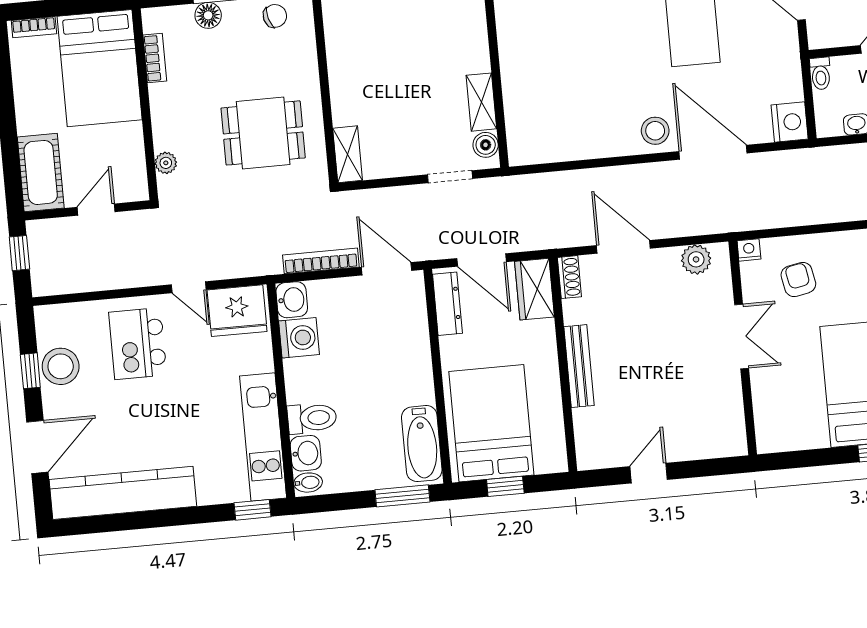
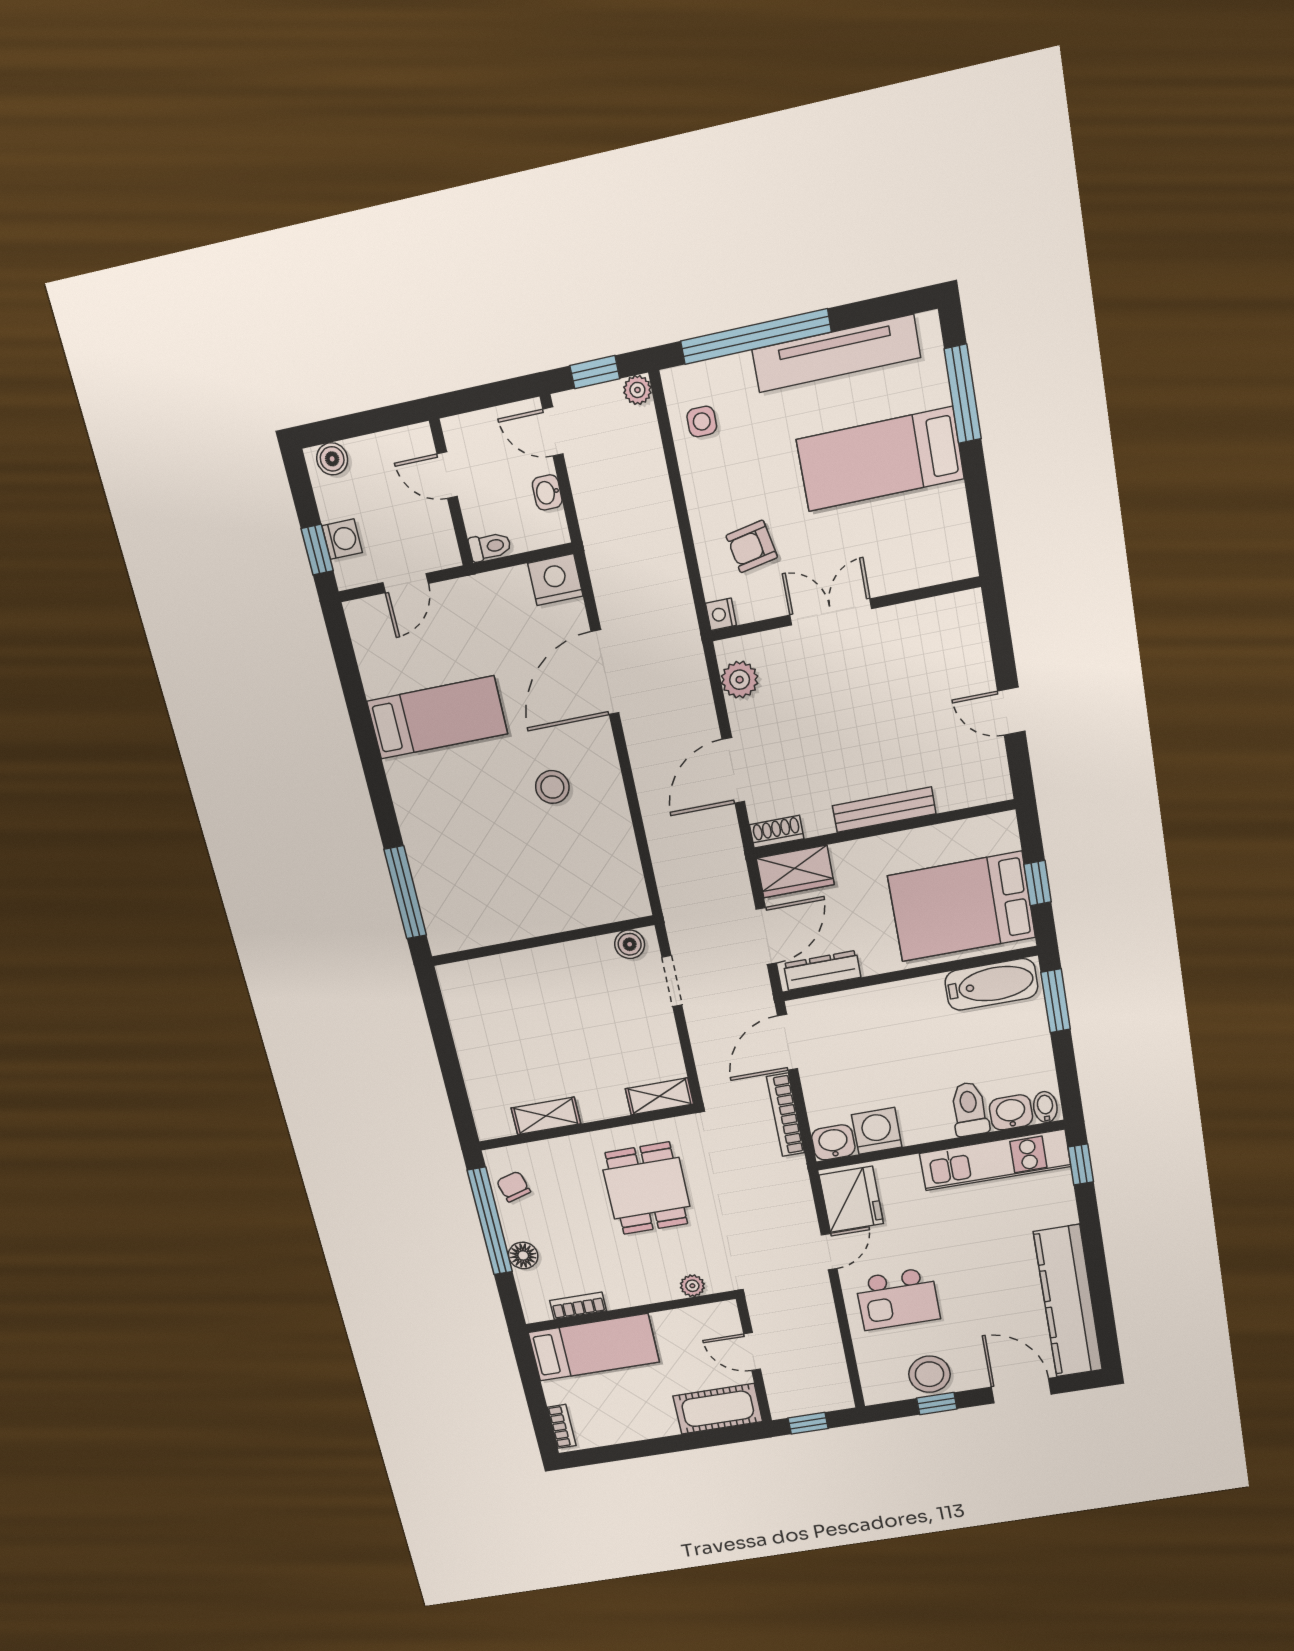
bed: (100, 68) -> (594, 1347), width x0.67
shelving: (481, 102) -> (546, 1116), moved
stool: (655, 131) -> (552, 787), moved

